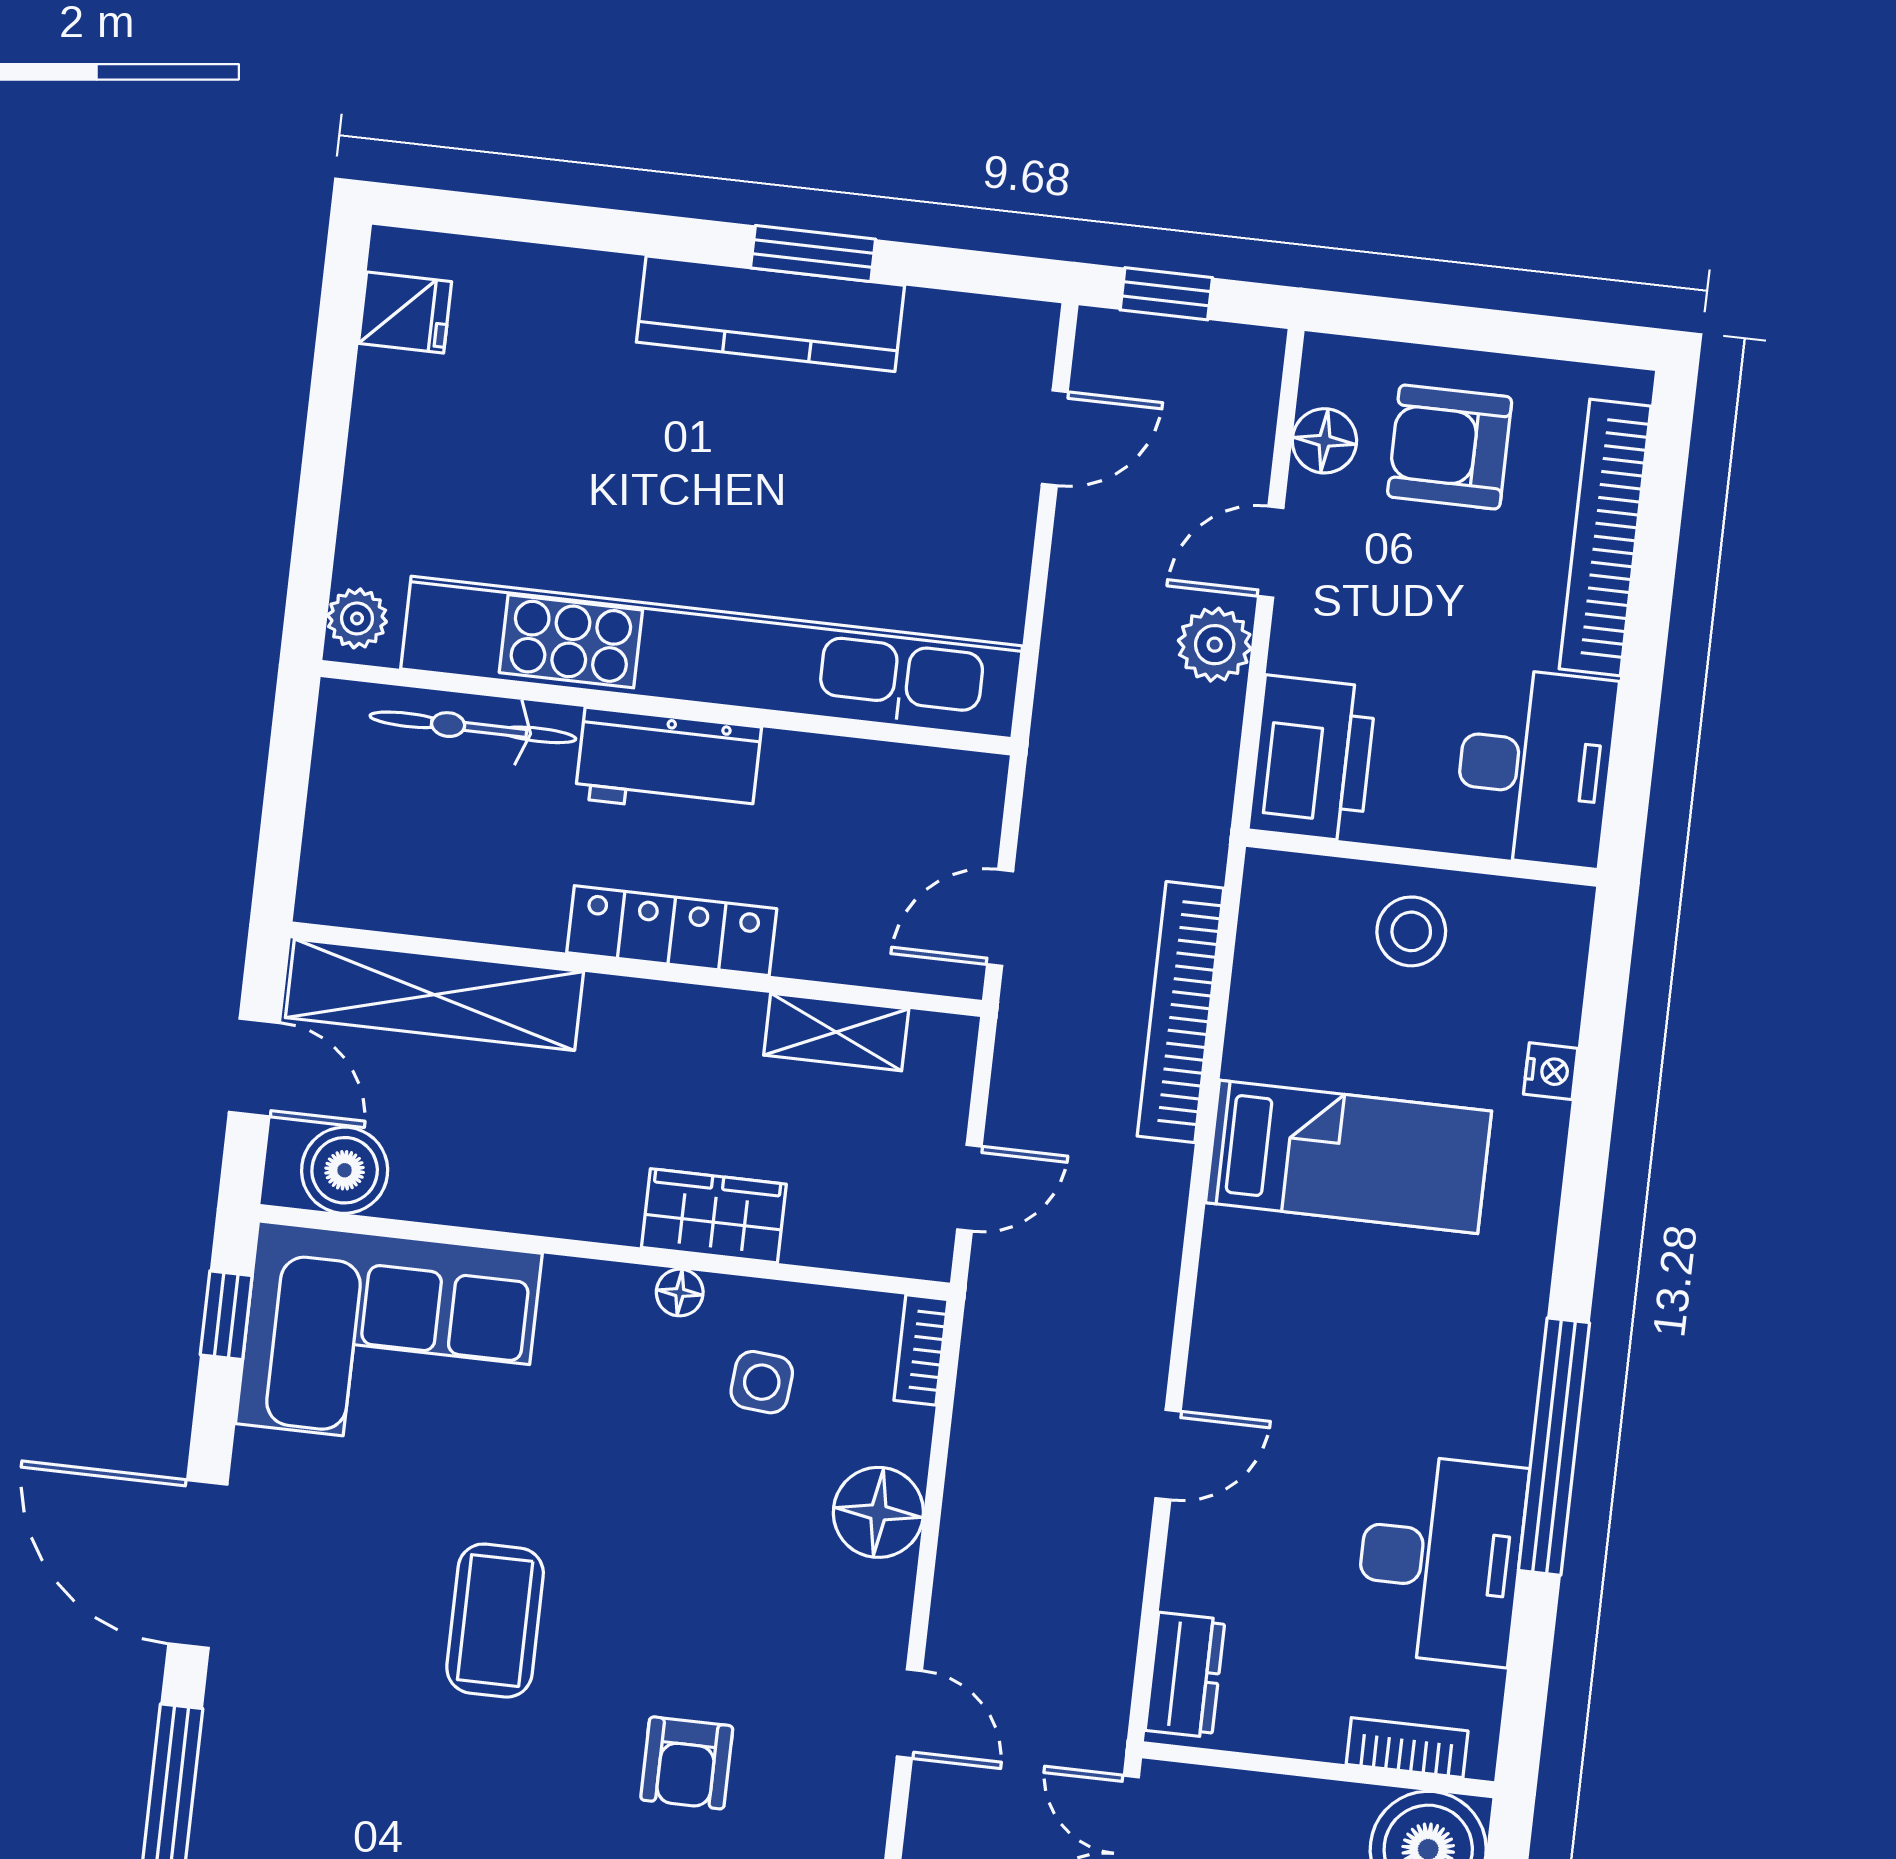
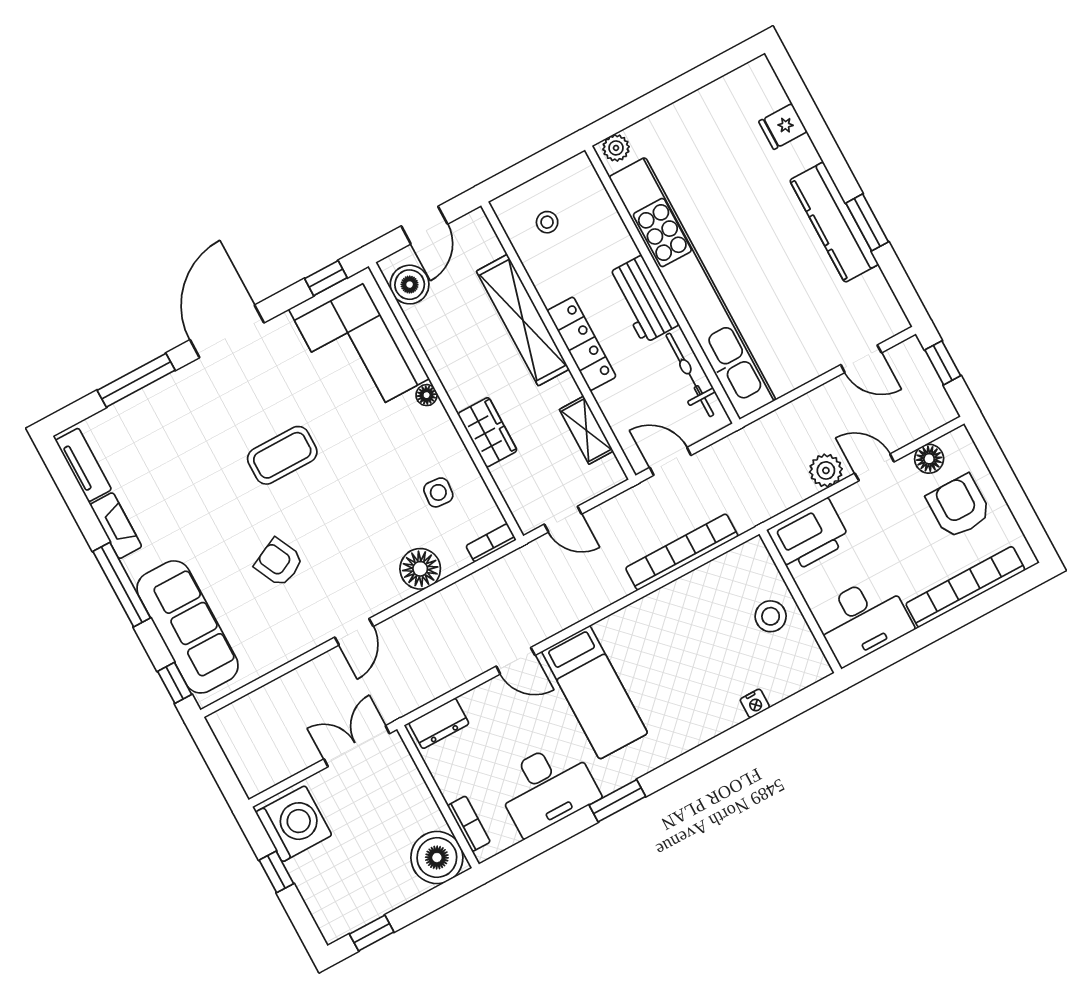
fridge: (405, 313) -> (783, 127), moved, turned 90
bicycle: (473, 727) -> (690, 375), moved
stool: (405, 839) -> (547, 222), added
shelving: (434, 995) -> (523, 320), moved
bed: (1348, 1157) -> (595, 692), moved
floor lamp: (680, 1293) -> (427, 395), moved
window: (1554, 1447) -> (617, 801), width x0.47
armchair: (687, 1763) -> (279, 562), turned 64

